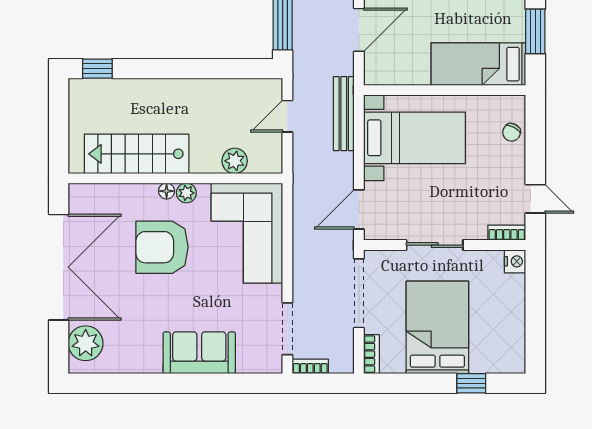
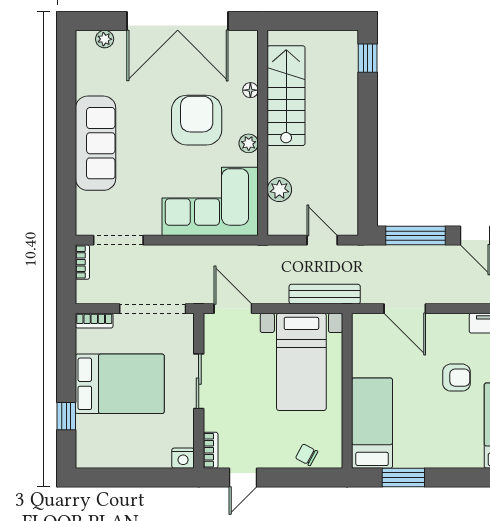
floor lamp: (167, 191) -> (250, 90), moved
plant: (86, 343) -> (105, 39), width x0.53, depth x0.53
sofa: (199, 353) -> (96, 143), width x1.36

